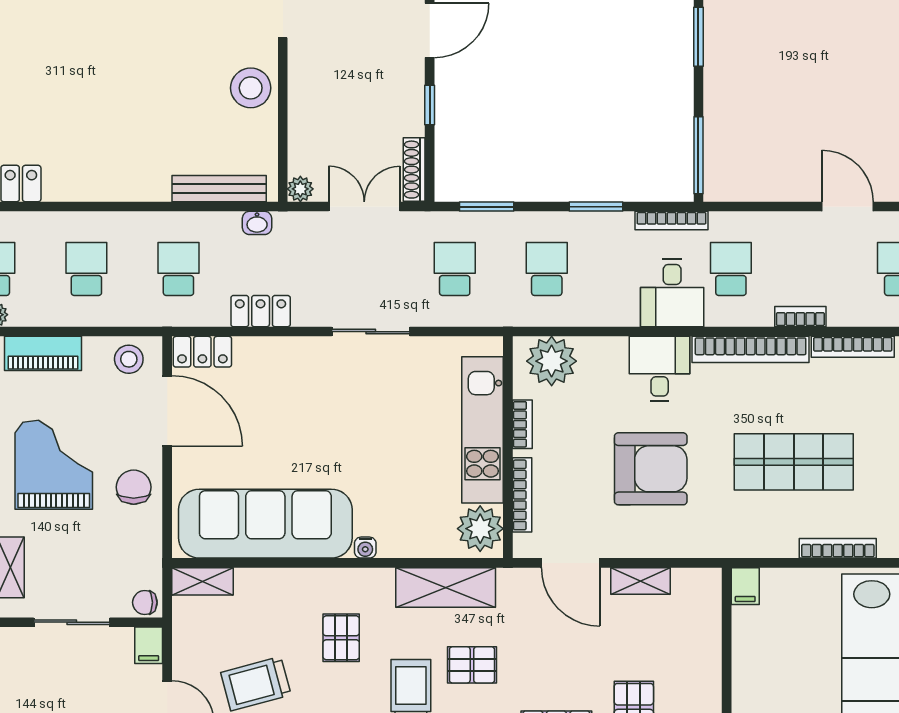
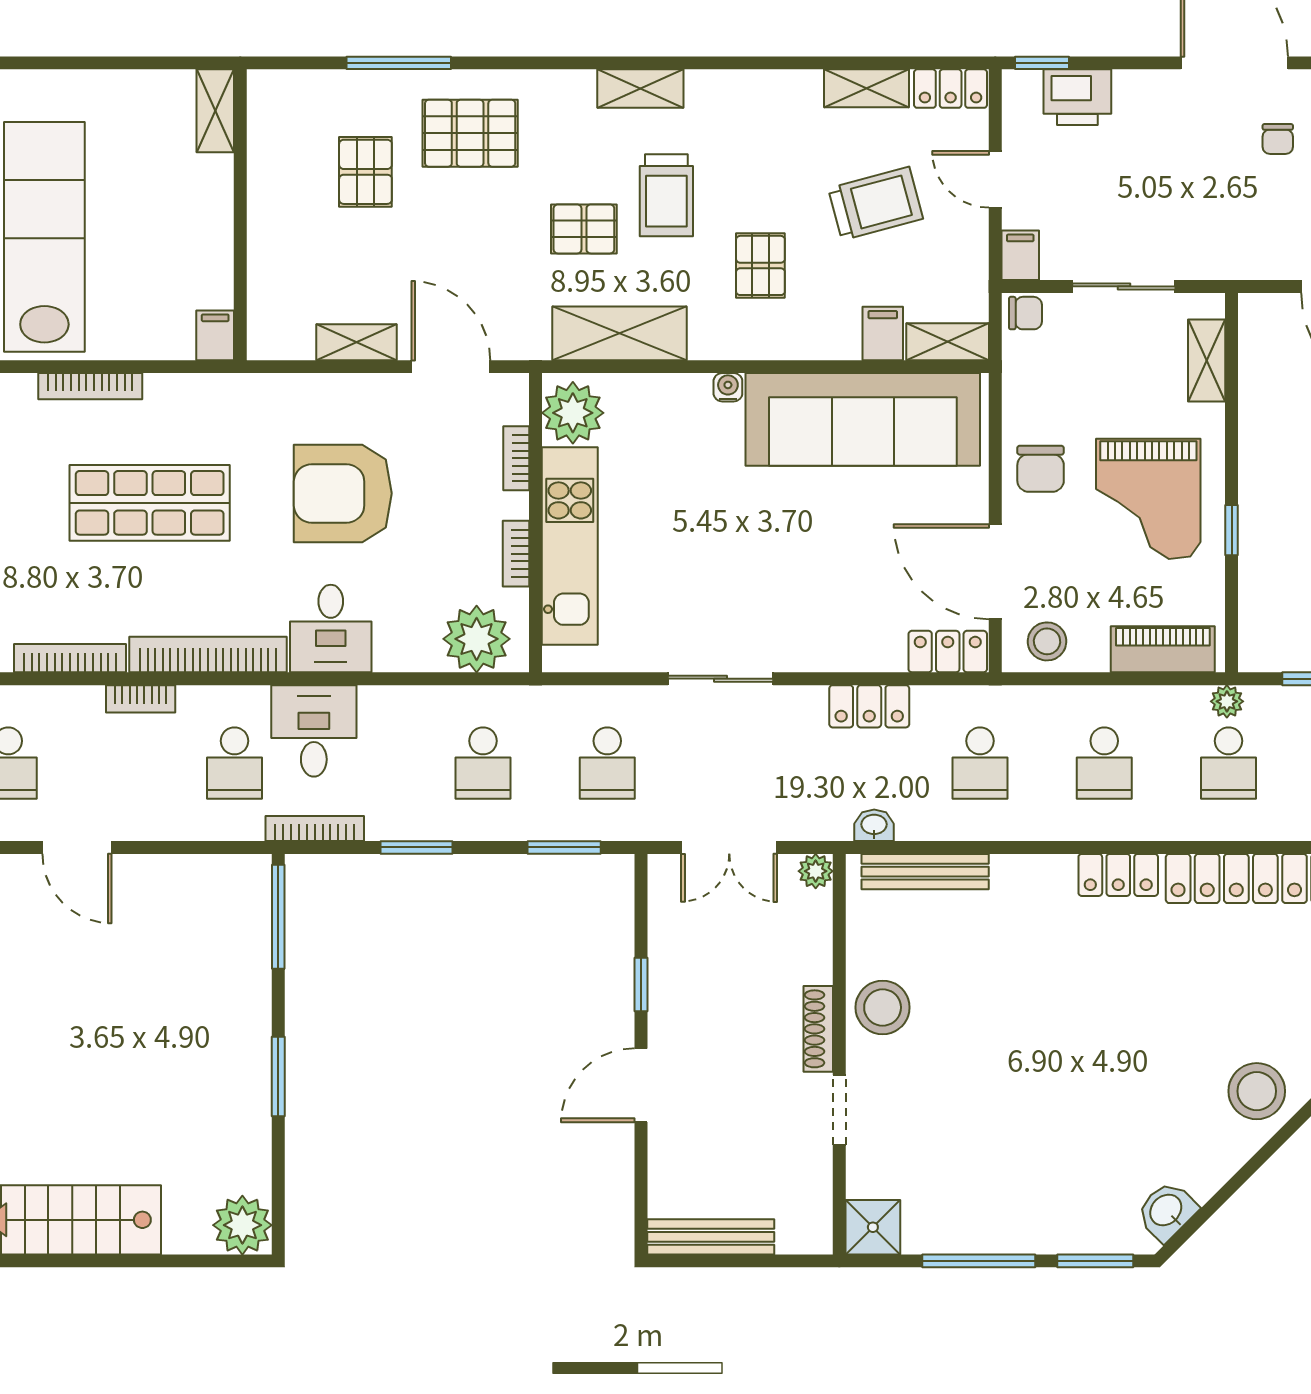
shoe rack: (414, 170) -> (818, 1029), moved, turned 180
locker: (76, 186) -> (1118, 875), added
bookcase: (522, 495) -> (516, 458), width x0.64
filing cabinet: (251, 587) -> (883, 333), added

